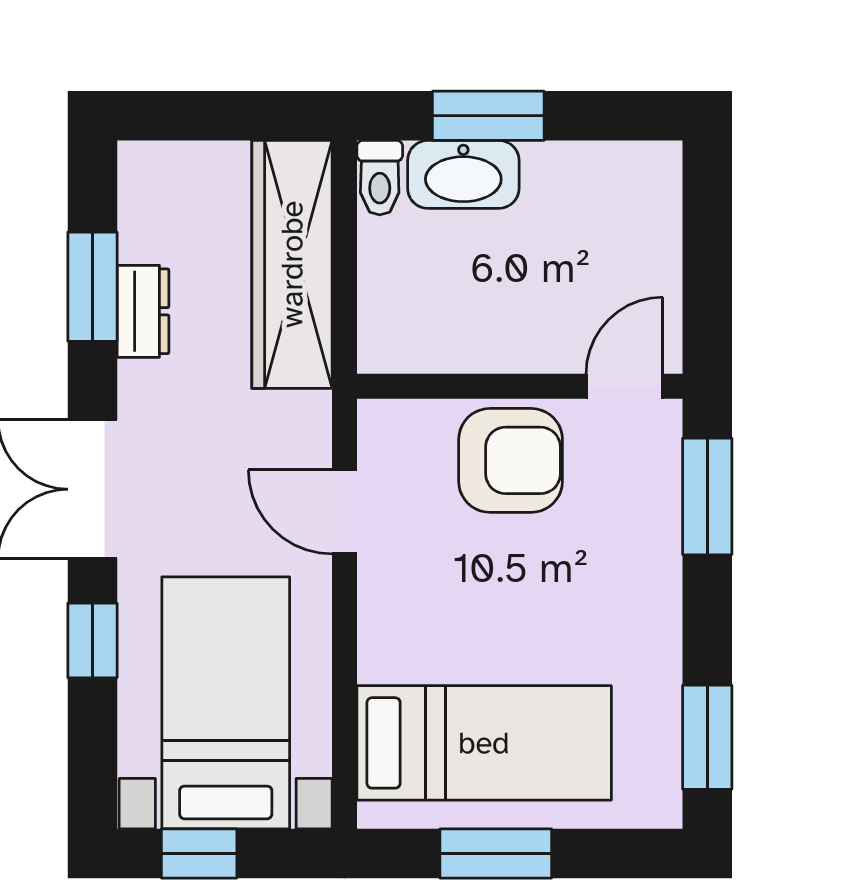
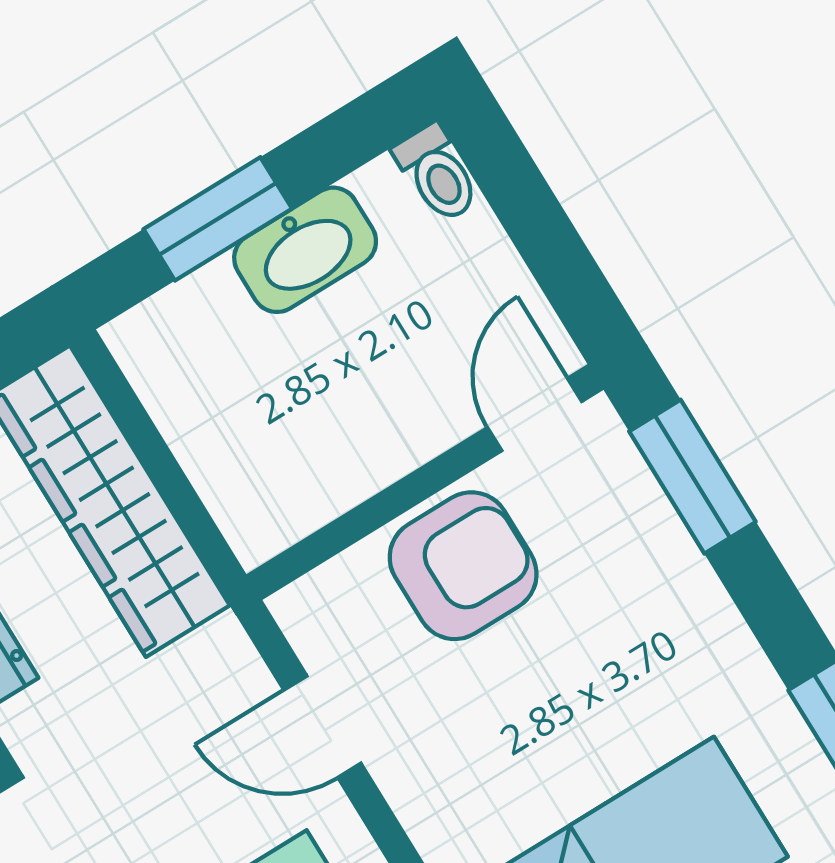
washbasin: (463, 174) -> (305, 250), moved
toilet: (380, 178) -> (437, 173), moved

